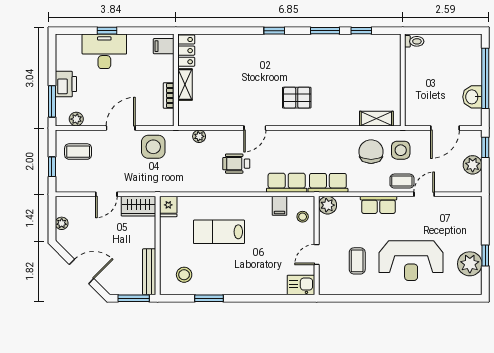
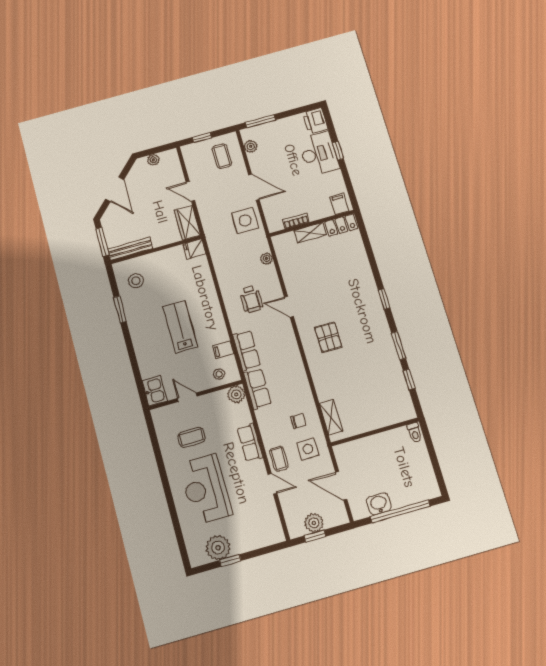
printer: (66, 84) -> (315, 121), moved, turned 90
window: (485, 147) -> (315, 536), moved
chair: (371, 152) -> (298, 421), width x0.54, depth x0.54
wheelchair: (236, 164) -> (251, 299), turned 180
lab bench: (219, 232) -> (180, 327), moved

